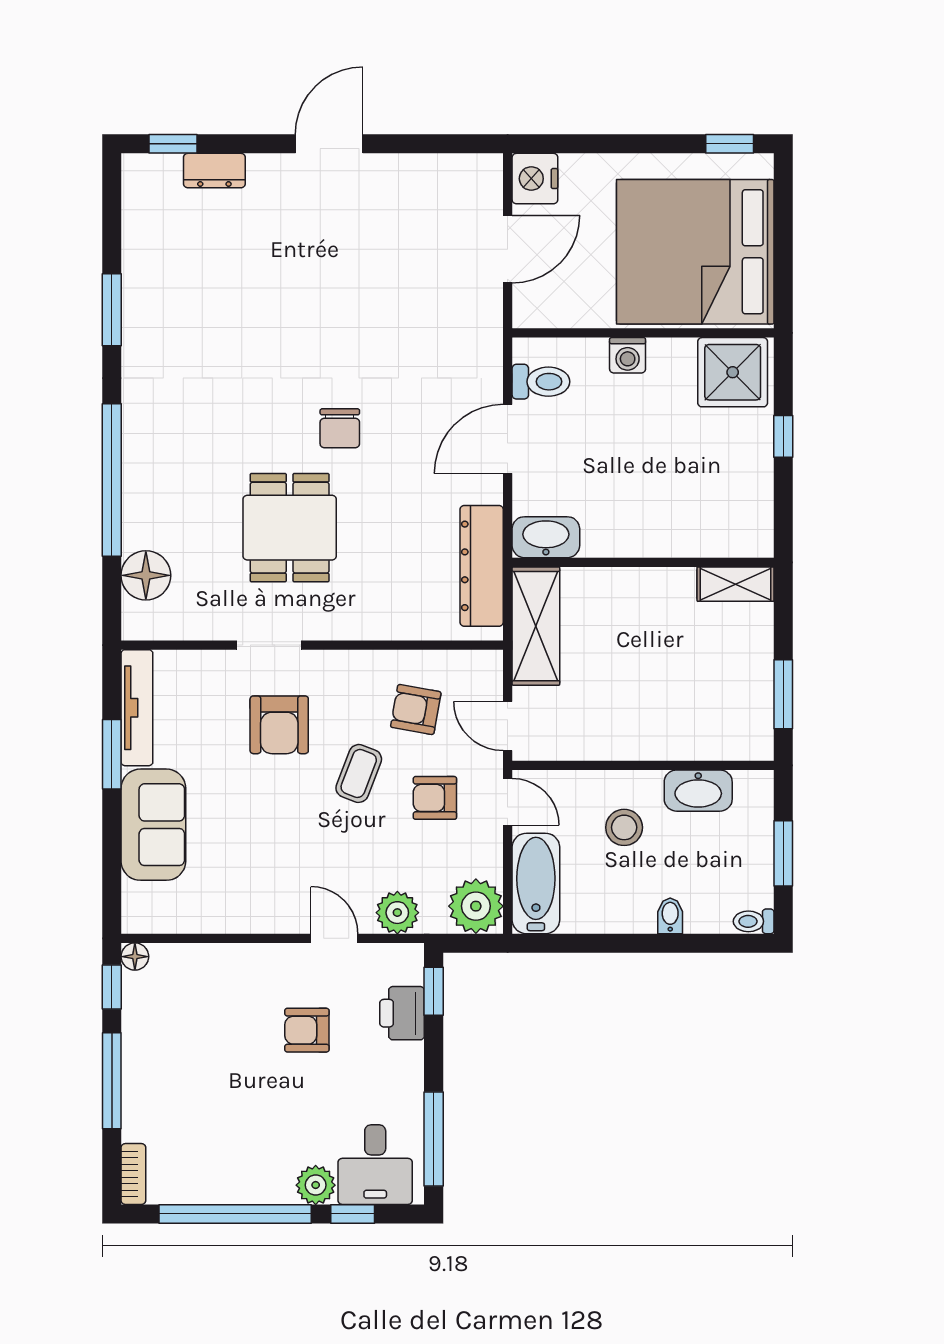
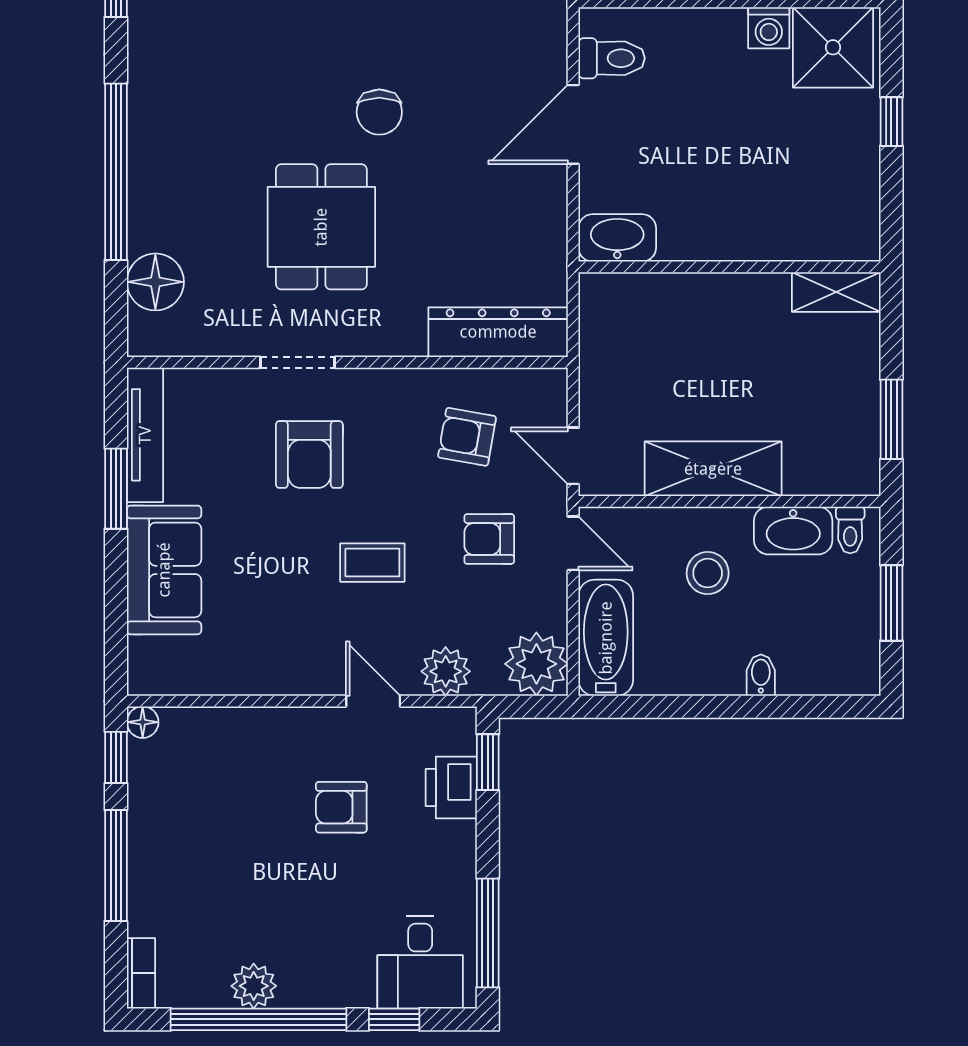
washing machine: (628, 355) -> (769, 28), moved
dresser: (482, 566) -> (498, 332), moved, turned 90
shelving: (536, 626) -> (713, 469), moved, turned 90
coffee table: (359, 773) -> (372, 563), moved, turned 69
toilet: (754, 921) -> (850, 530), moved, turned -90
plant: (316, 1185) -> (254, 986), moved

